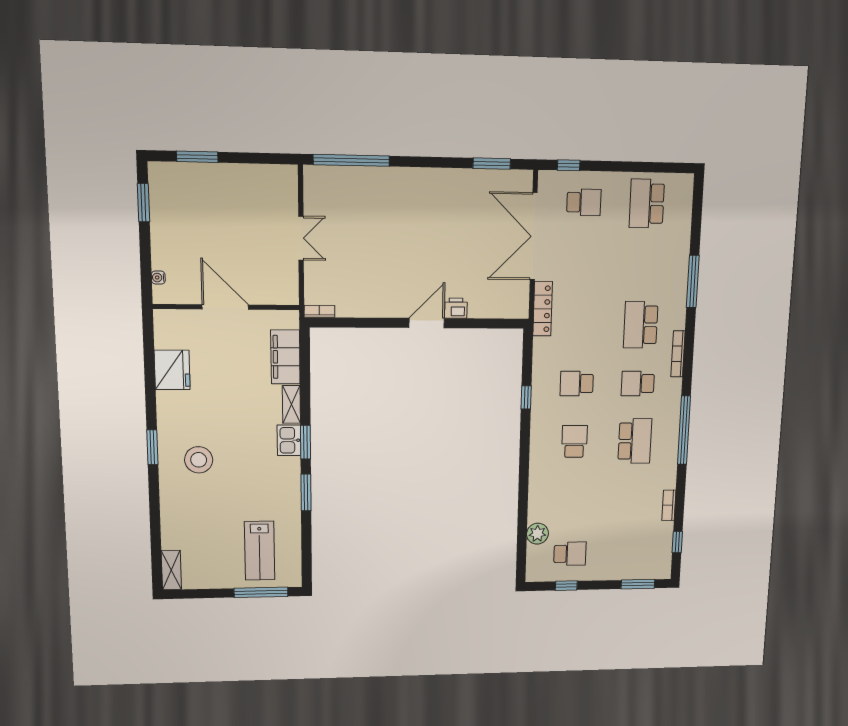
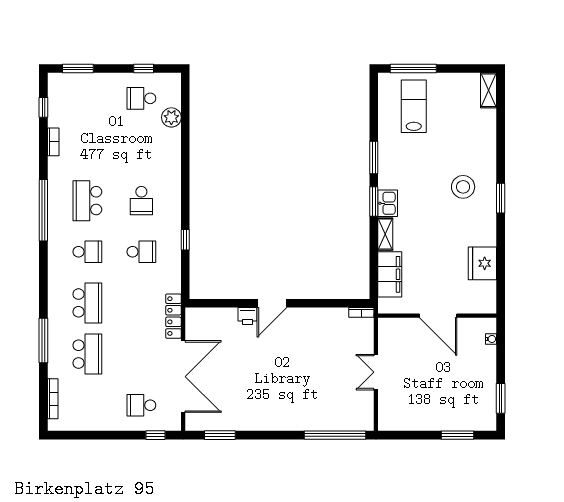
school desk: (647, 204) -> (87, 354), moved
bookcase: (678, 354) -> (53, 399), moved

